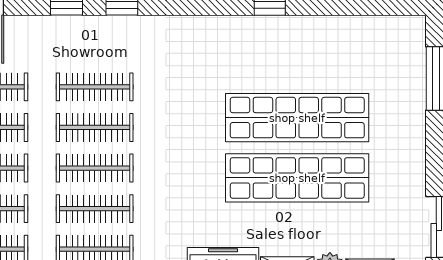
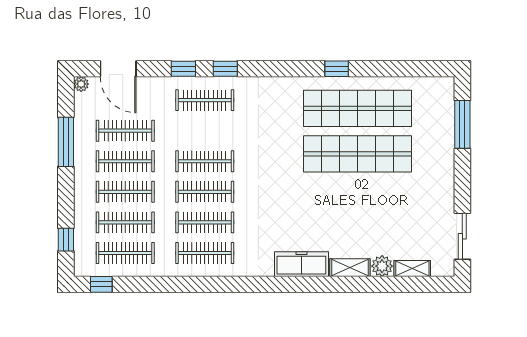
clothes rail: (95, 87) -> (205, 100), moved
shop shelf: (297, 178) -> (357, 108), moved

